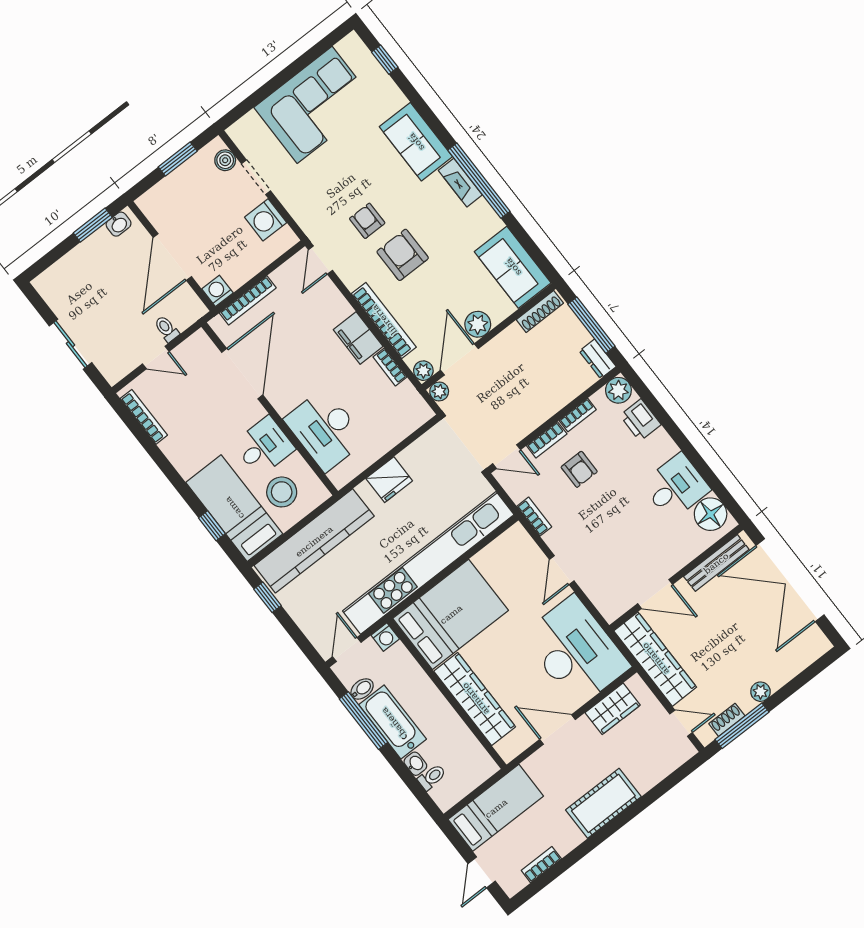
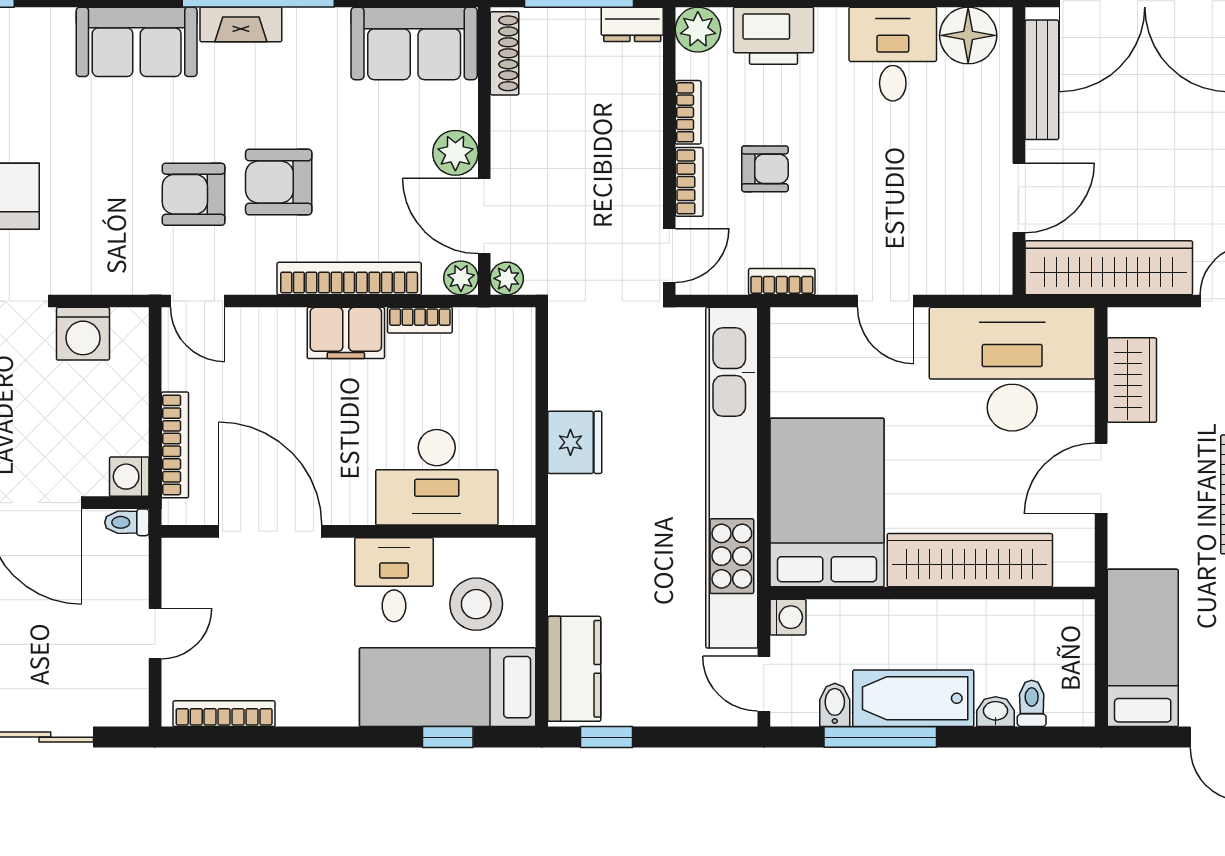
armchair: (367, 221) -> (194, 194), width x1.38, depth x1.38
toilet: (166, 329) -> (127, 522), moved
printer: (640, 420) -> (774, 36), width x1.37, depth x1.19
kitchen counter: (314, 541) -> (574, 669), width x0.48, depth x0.86

